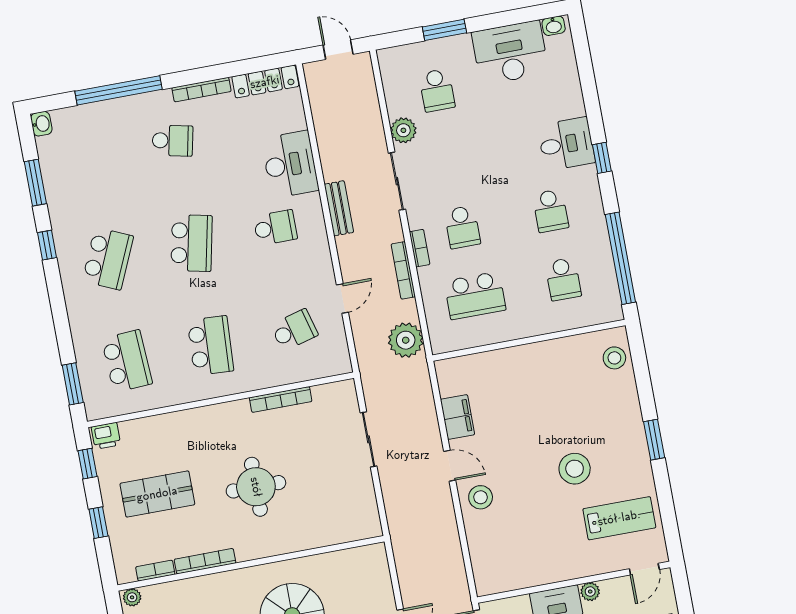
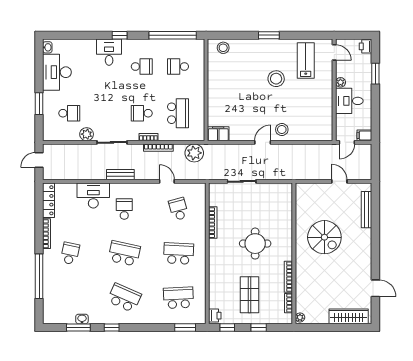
washbasin: (41, 124) -> (82, 319), moved
school desk: (462, 227) -> (142, 113), turned 180
school desk: (563, 279) -> (178, 67), turned 180
filing cabinet: (457, 417) -> (218, 134), moved

